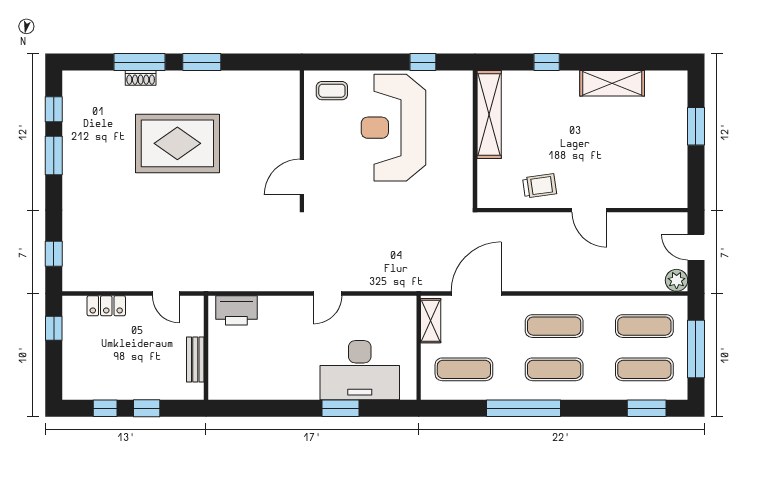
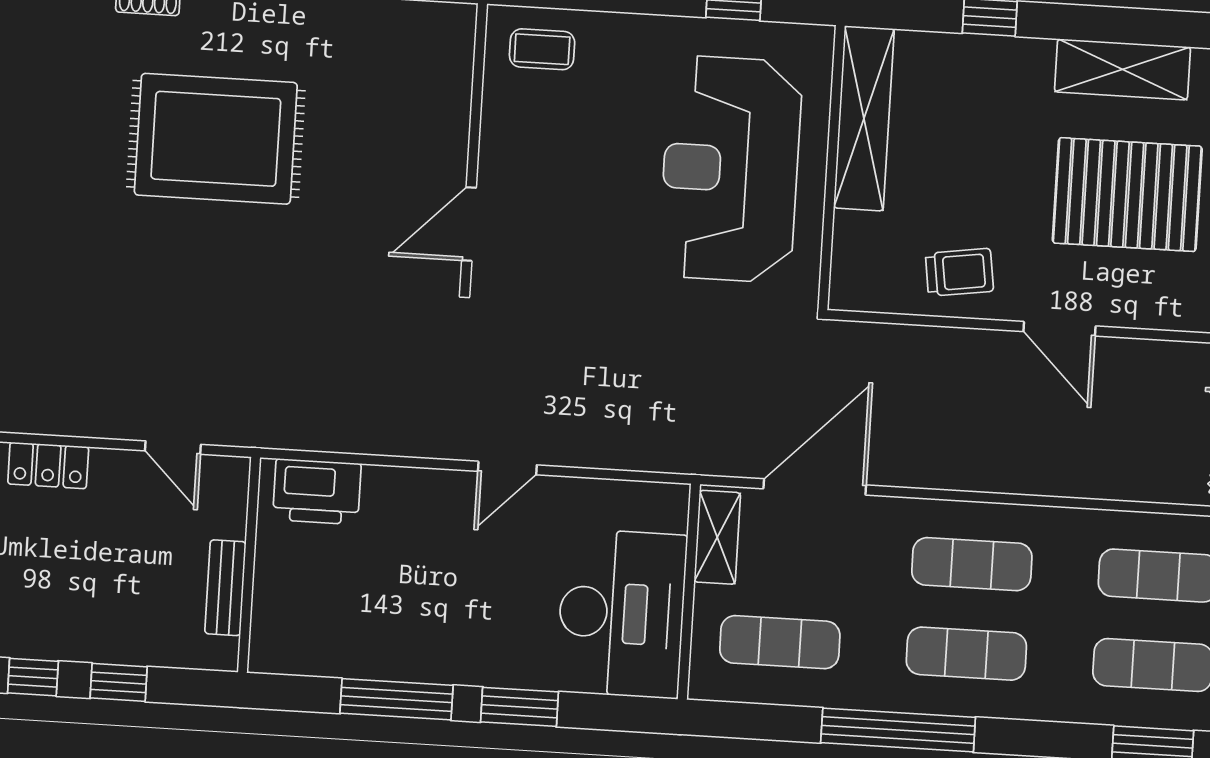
reception desk: (393, 128) -> (730, 169), moved
pallet: (618, 143) -> (1127, 195), added
desk: (360, 370) -> (622, 613), moved, turned -90
window: (281, 408) -> (396, 699), added

